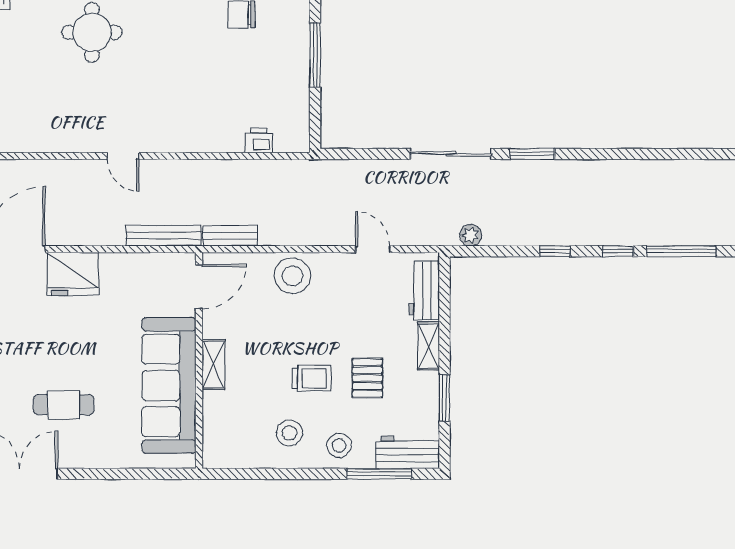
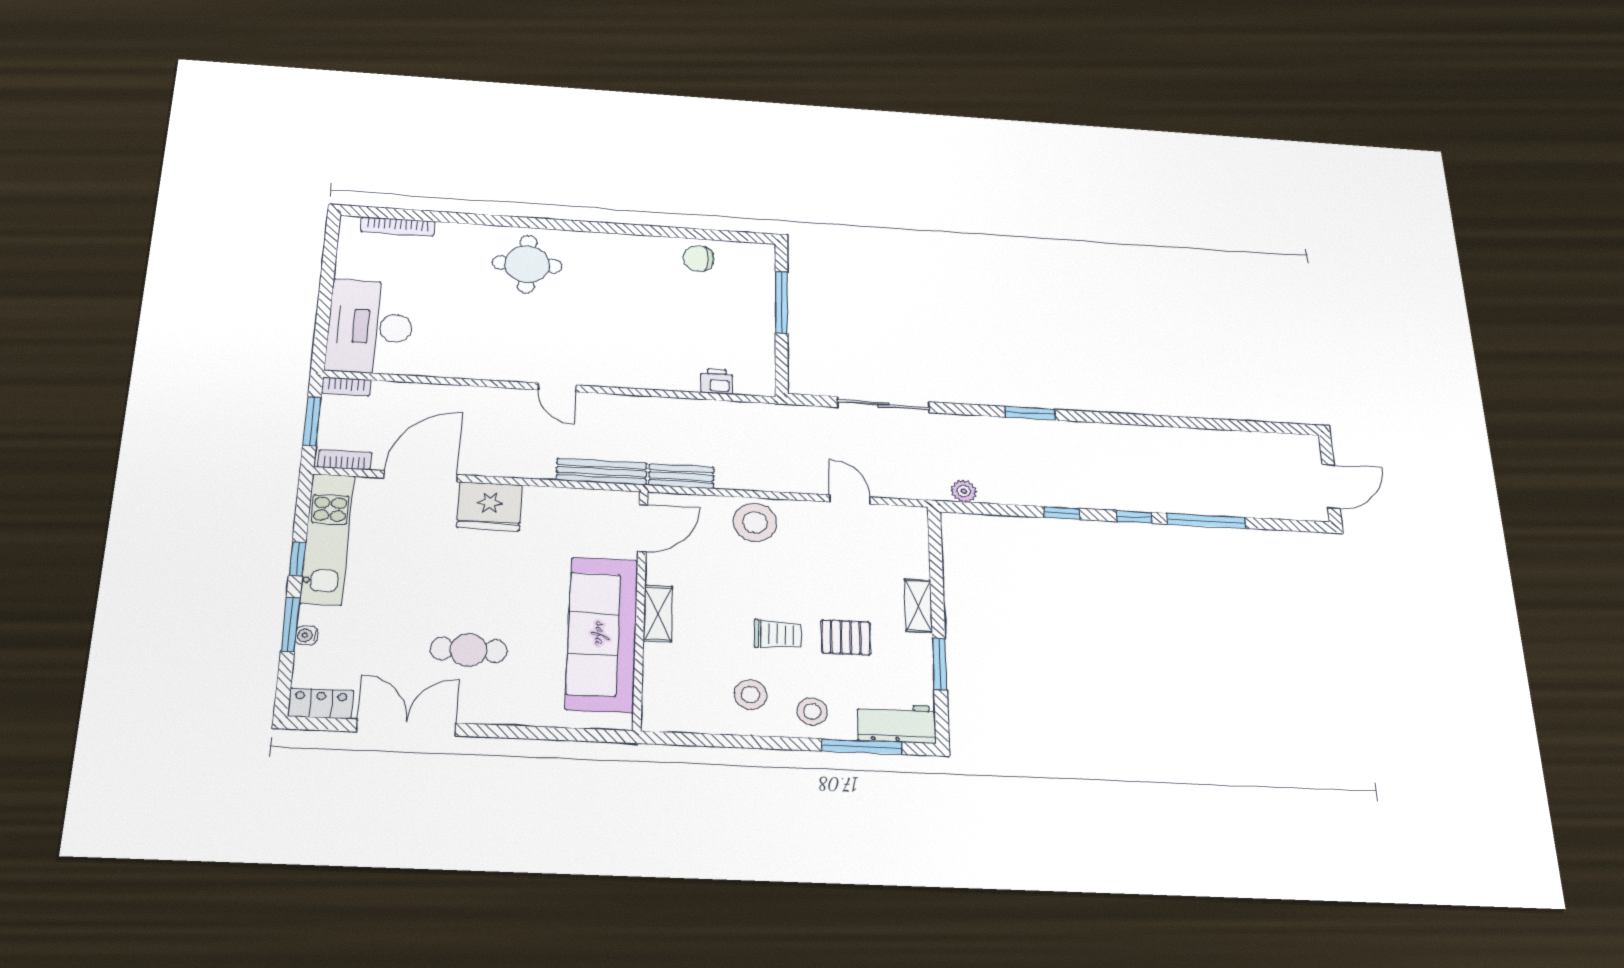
sliding door: (451, 154) -> (883, 405), moved
workbench: (424, 290) -> (912, 546), removed
pallet: (367, 378) -> (846, 637), turned 90

